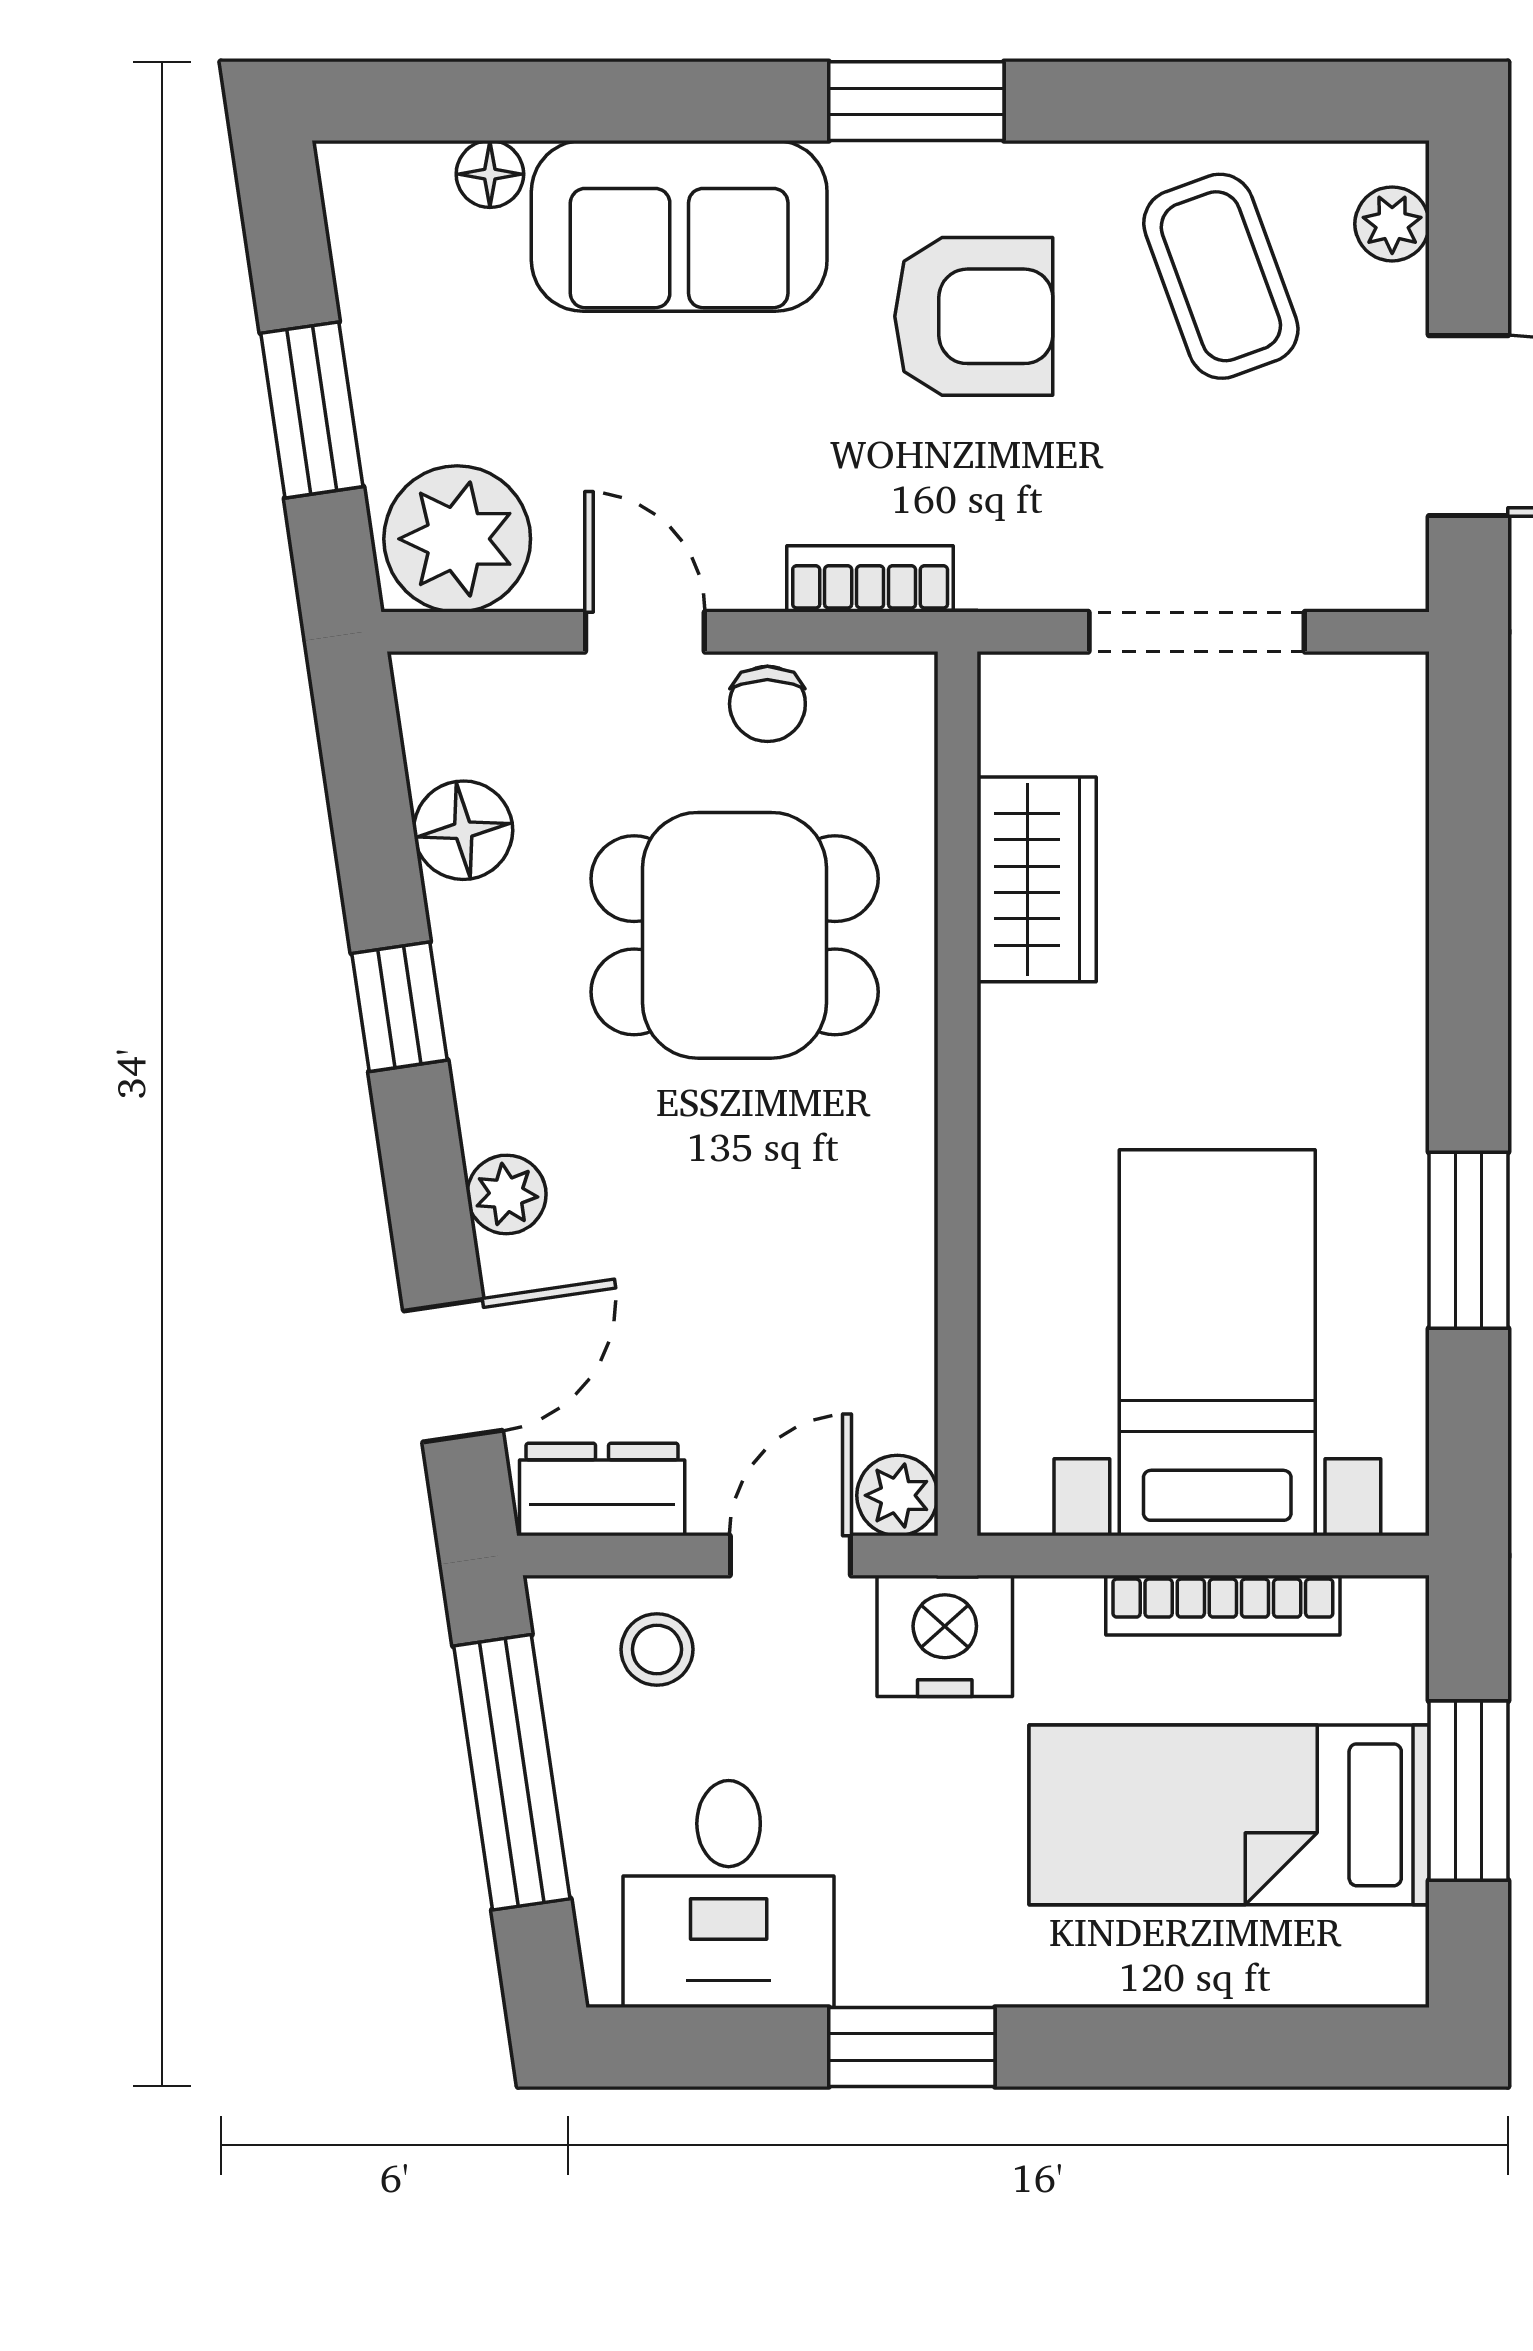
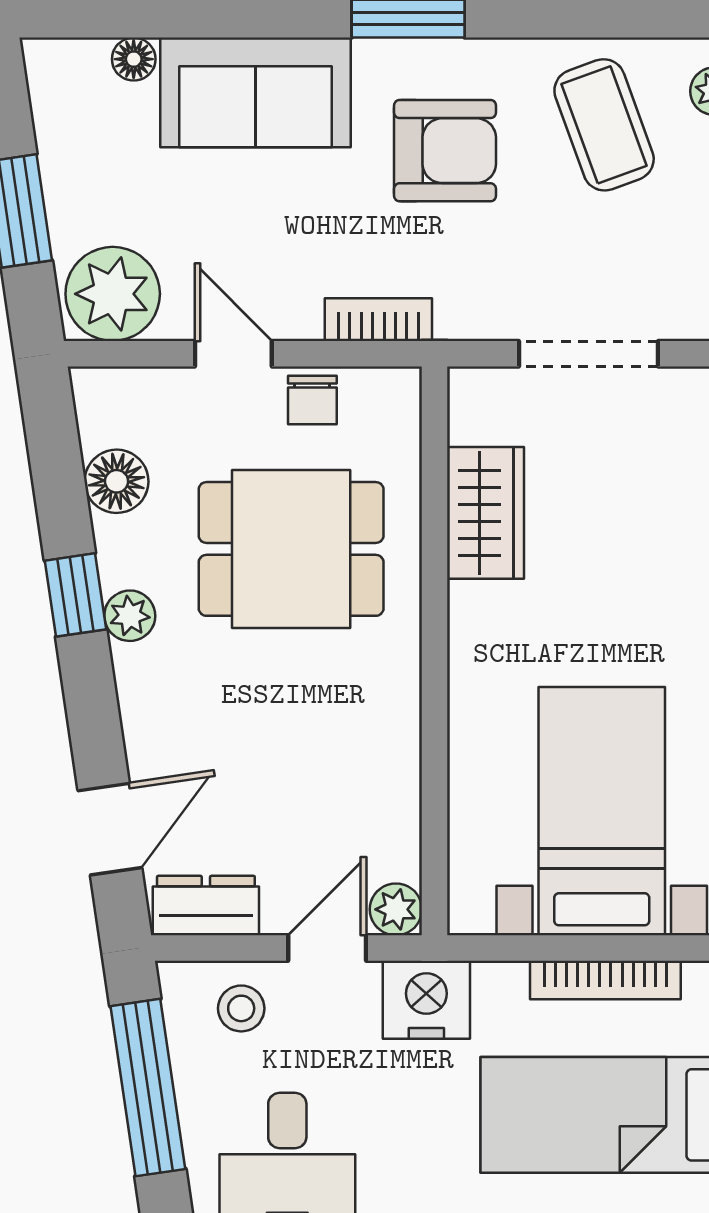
plant: (507, 1194) -> (130, 616), moved

